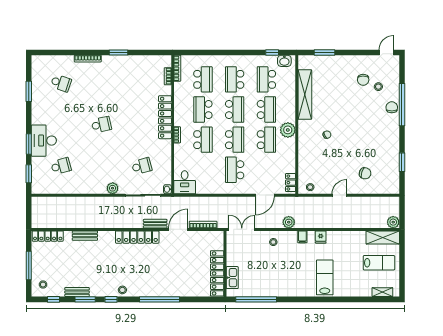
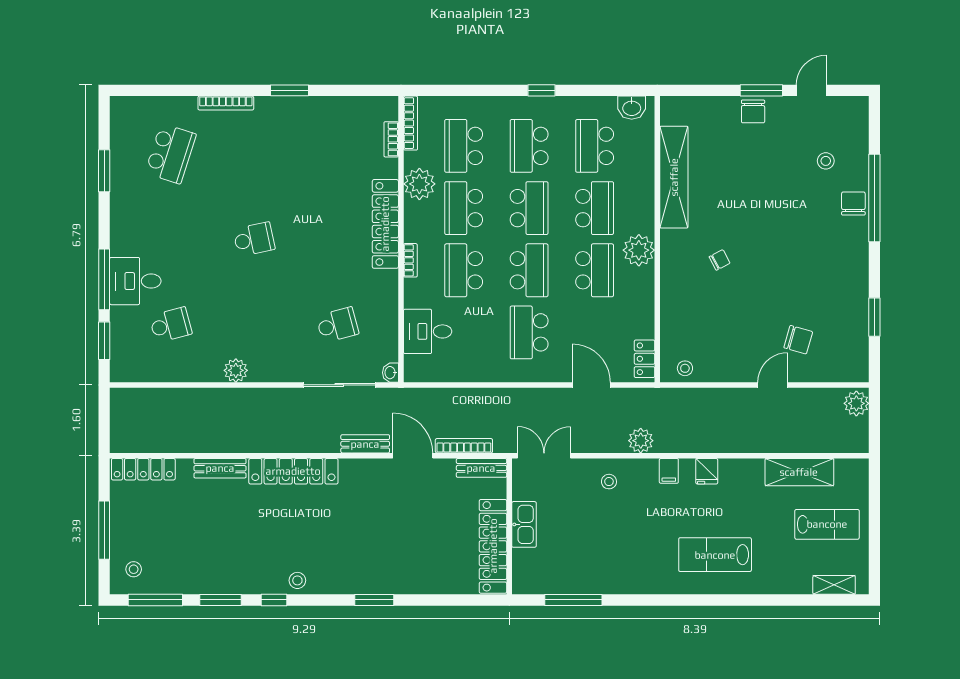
window: (272, 53) -> (542, 90), moved
window: (324, 53) -> (761, 90), moved
door: (386, 53) -> (811, 90), moved
school desk: (203, 79) -> (464, 146), turned 180
chair: (363, 80) -> (753, 111), moved
school desk: (61, 83) -> (171, 153), width x1.85
plant: (181, 98) -> (419, 184), added
school desk: (203, 140) -> (464, 270), turned 180
desk: (44, 141) -> (135, 281), width x0.73
window: (29, 144) -> (104, 279), width x1.44
desk: (185, 182) -> (428, 331), moved, turned 90
plant: (113, 188) -> (236, 370), moved
door: (265, 195) -> (591, 385), swing flipped
door: (339, 195) -> (773, 385), moved
plant: (393, 222) -> (856, 403), moved
door: (178, 229) -> (413, 456), hinge flipped
locker: (137, 237) -> (293, 471), moved
shelving: (383, 237) -> (799, 472), moved
lab bench: (325, 277) -> (715, 555), turned -90
kitchen sink: (232, 278) -> (524, 524), moved
bench: (77, 292) -> (481, 468), moved
window: (54, 299) -> (155, 600), width x2.17
window: (160, 299) -> (374, 600), width x0.47
window: (256, 299) -> (573, 600), width x0.68

